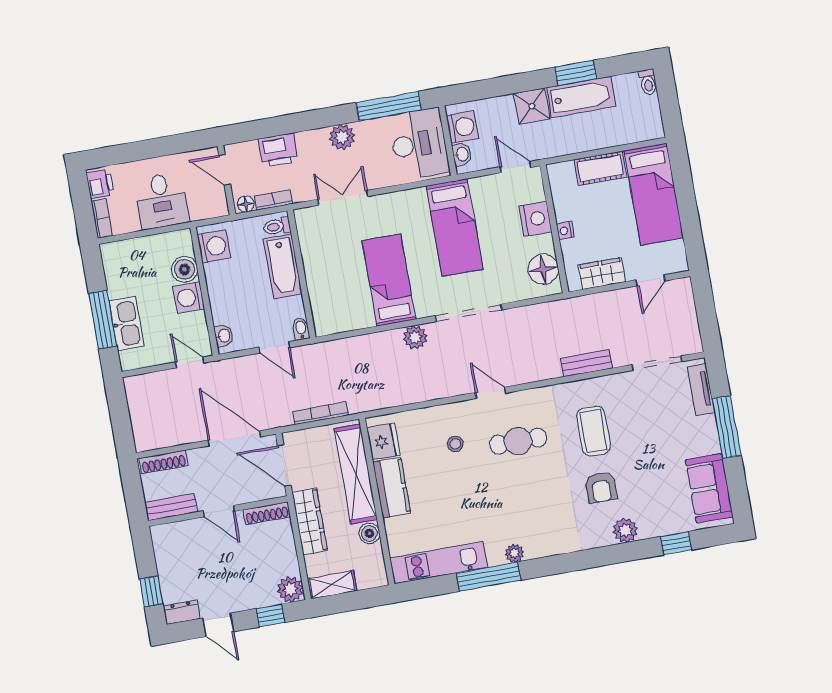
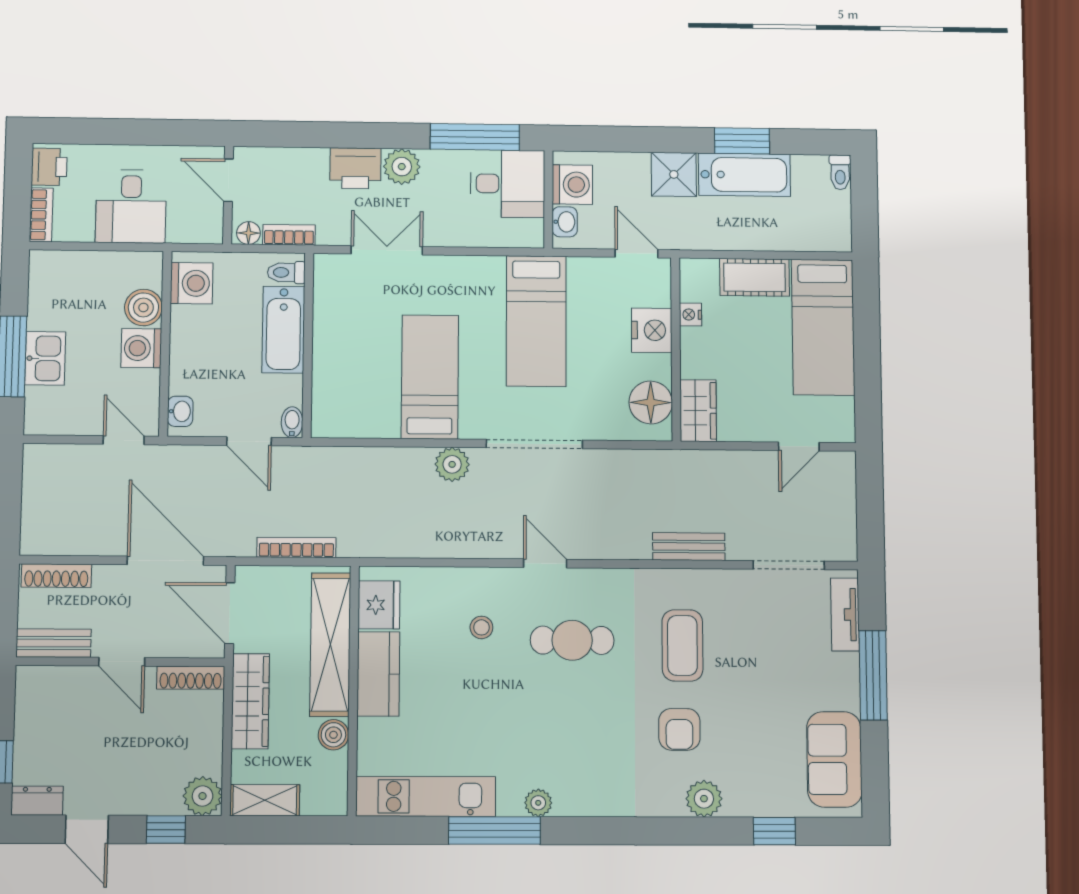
desk: (419, 144) -> (508, 184), width x0.73
printer: (278, 150) -> (355, 168), moved
nightstand: (565, 231) -> (690, 315), moved
wardrobe: (602, 274) -> (698, 411), moved, turned 90
kitchen sink: (127, 324) -> (45, 358), width x0.73

